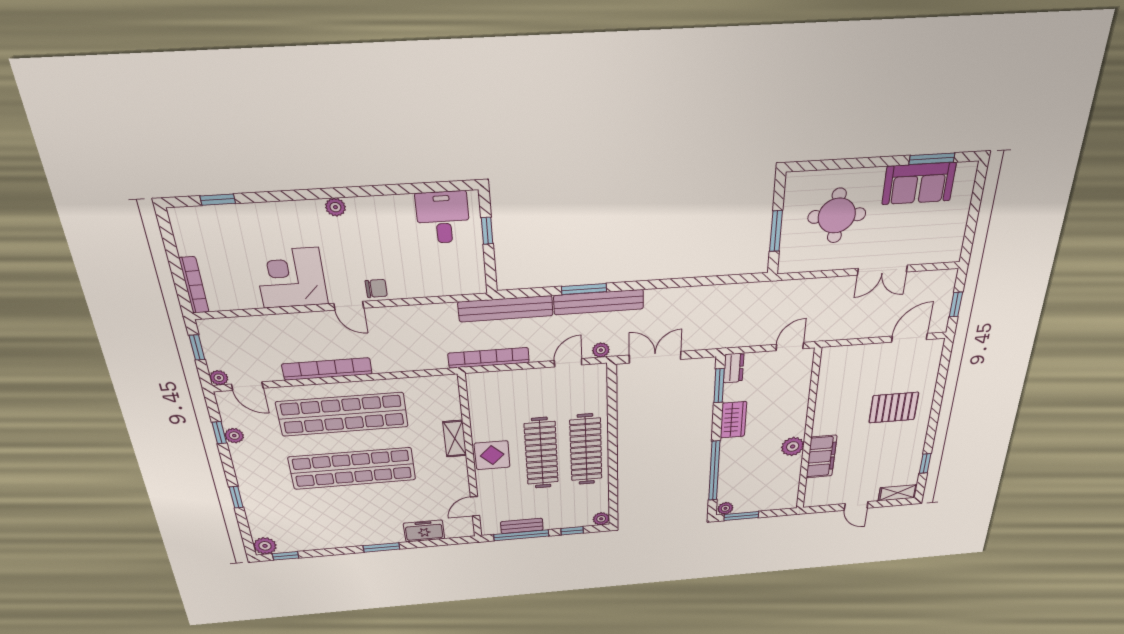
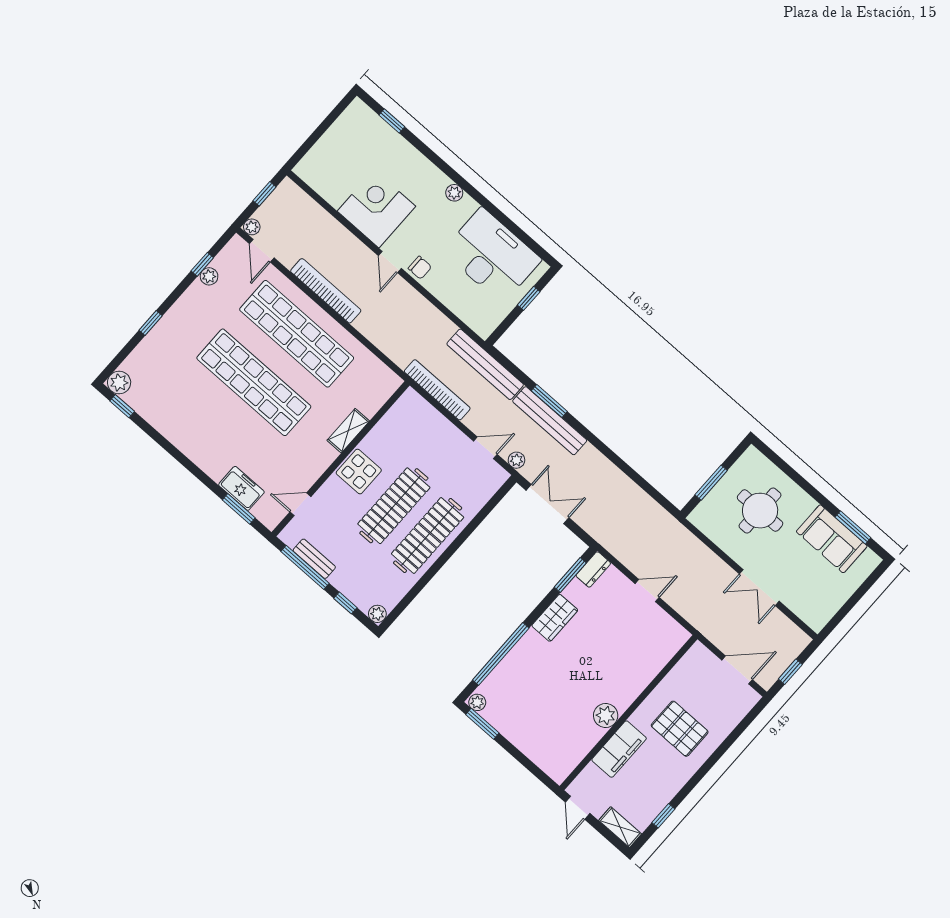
desk: (443, 217) -> (492, 256), width x1.87, depth x1.30
bookcase: (194, 285) -> (314, 155), removed
wall: (809, 432) -> (628, 713), moved
plant: (793, 446) -> (606, 715), moved
filing cabinet: (821, 457) -> (619, 749), moved
window: (381, 547) -> (239, 509), moved

